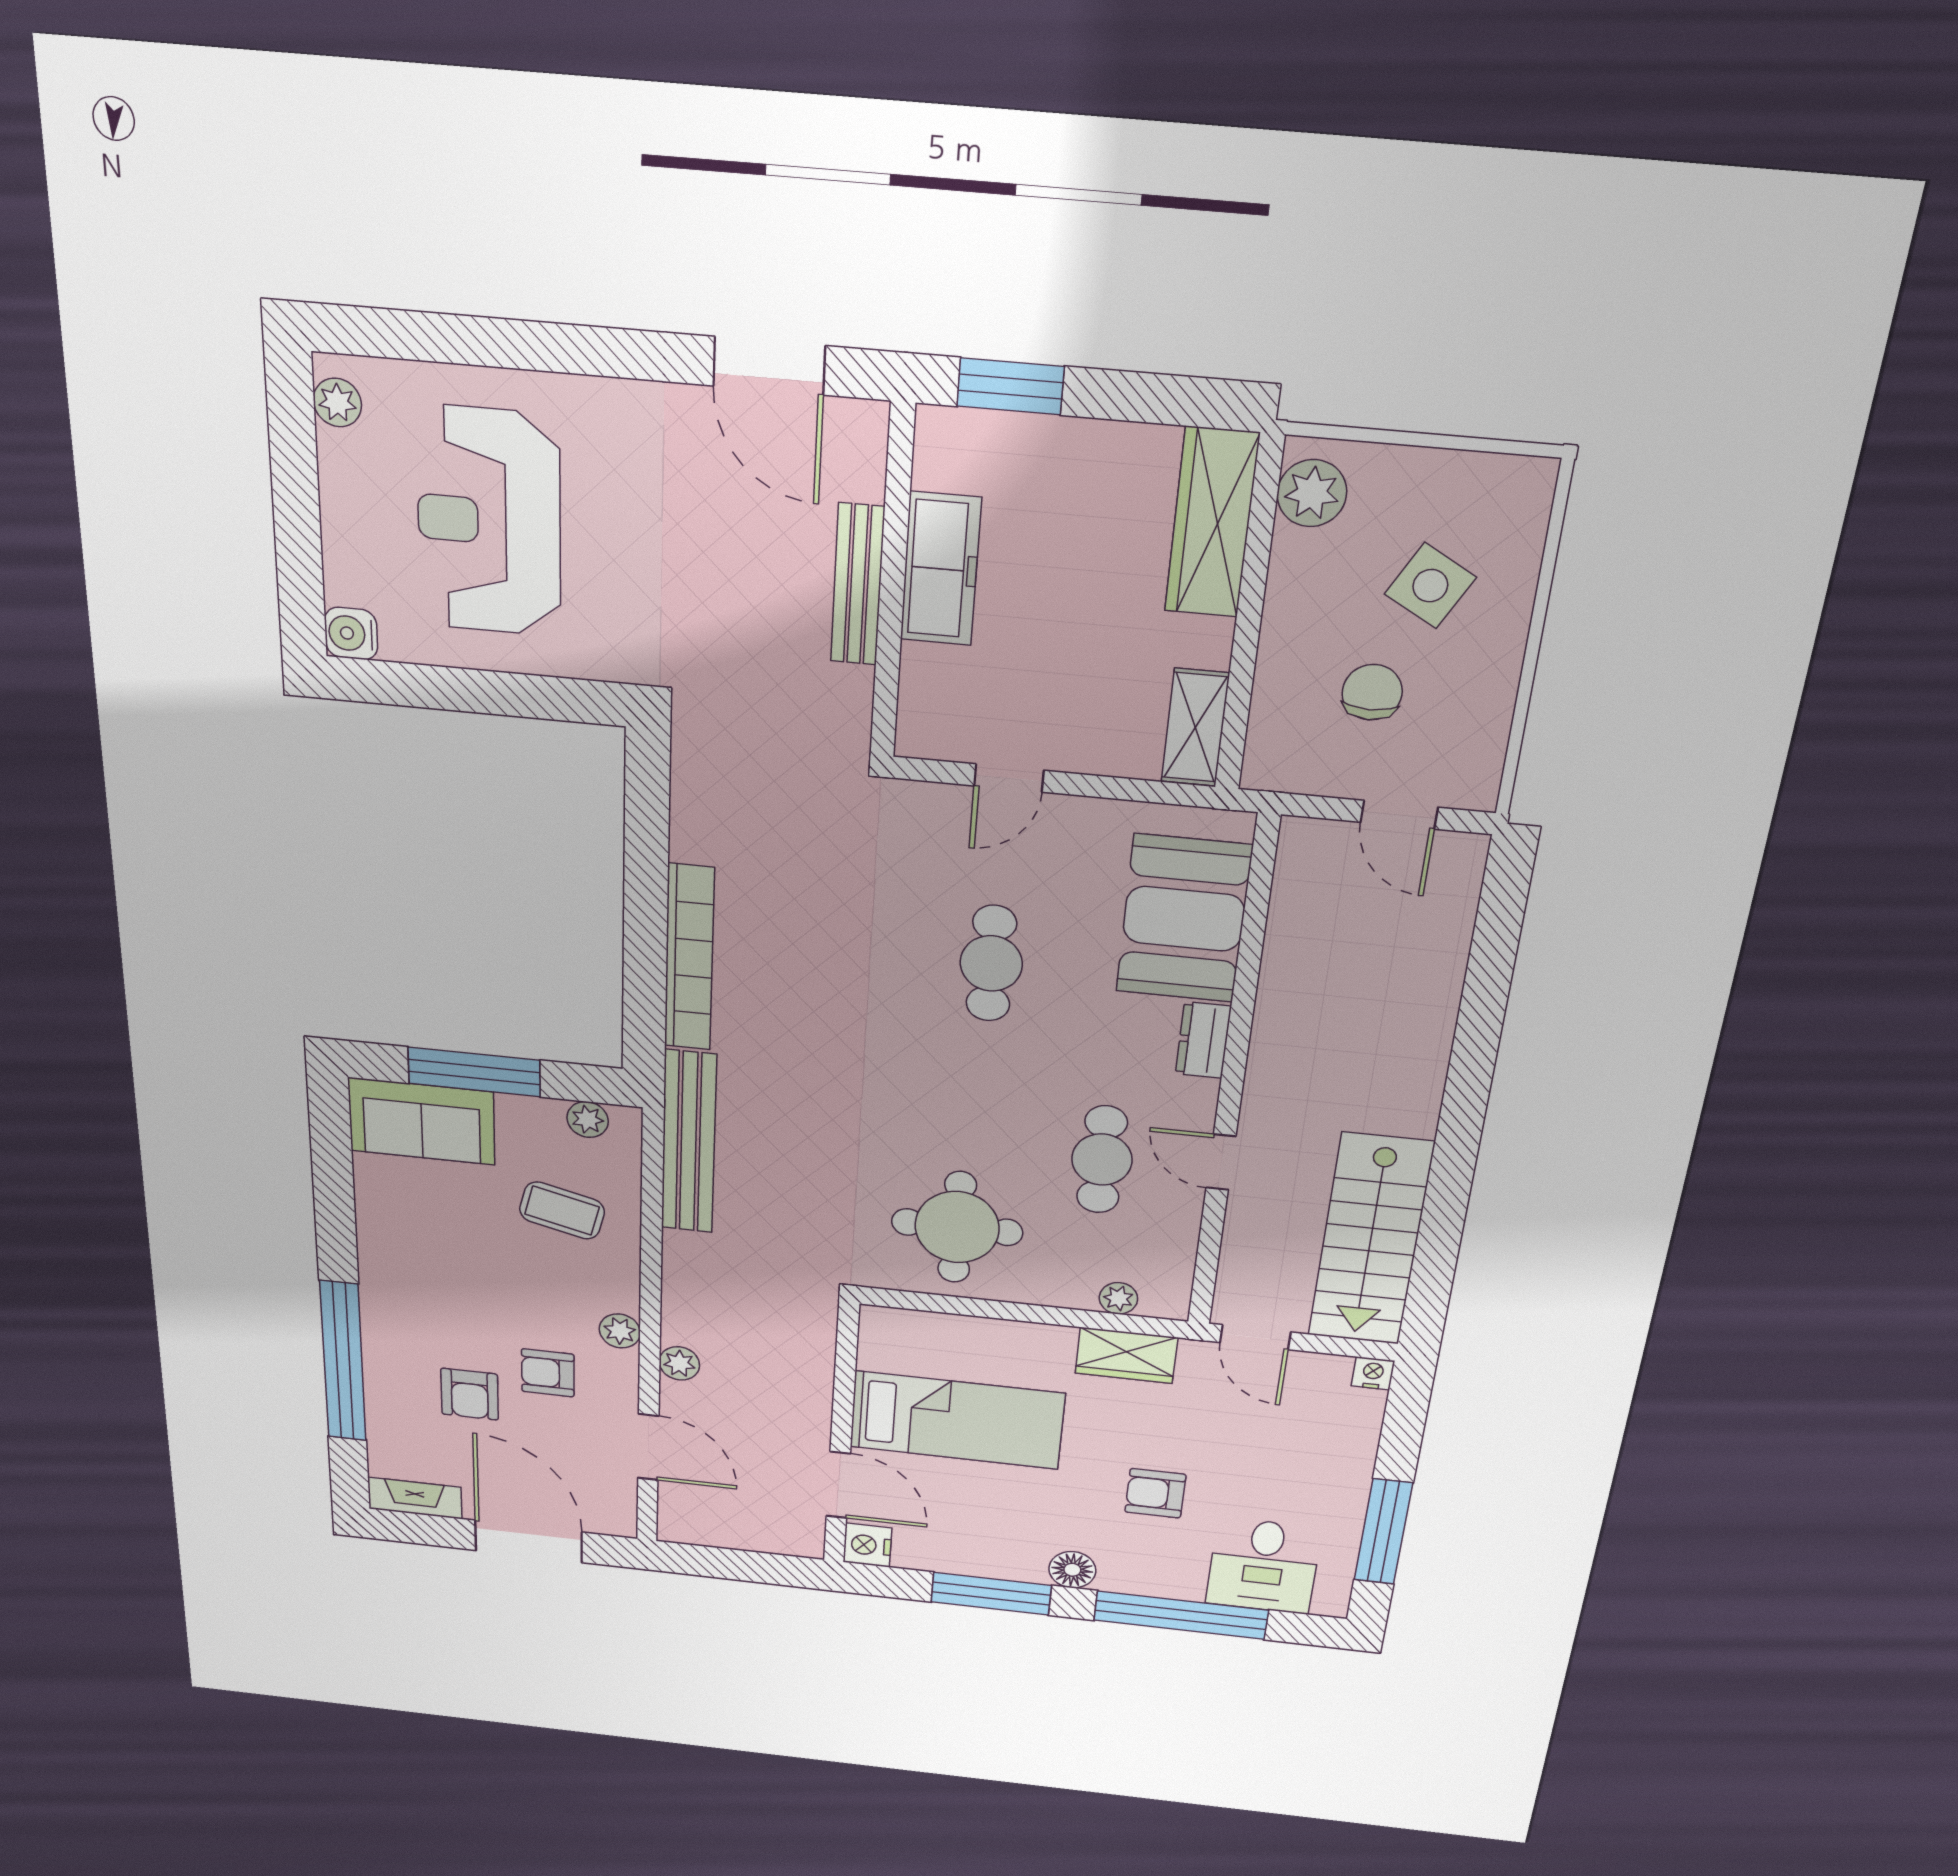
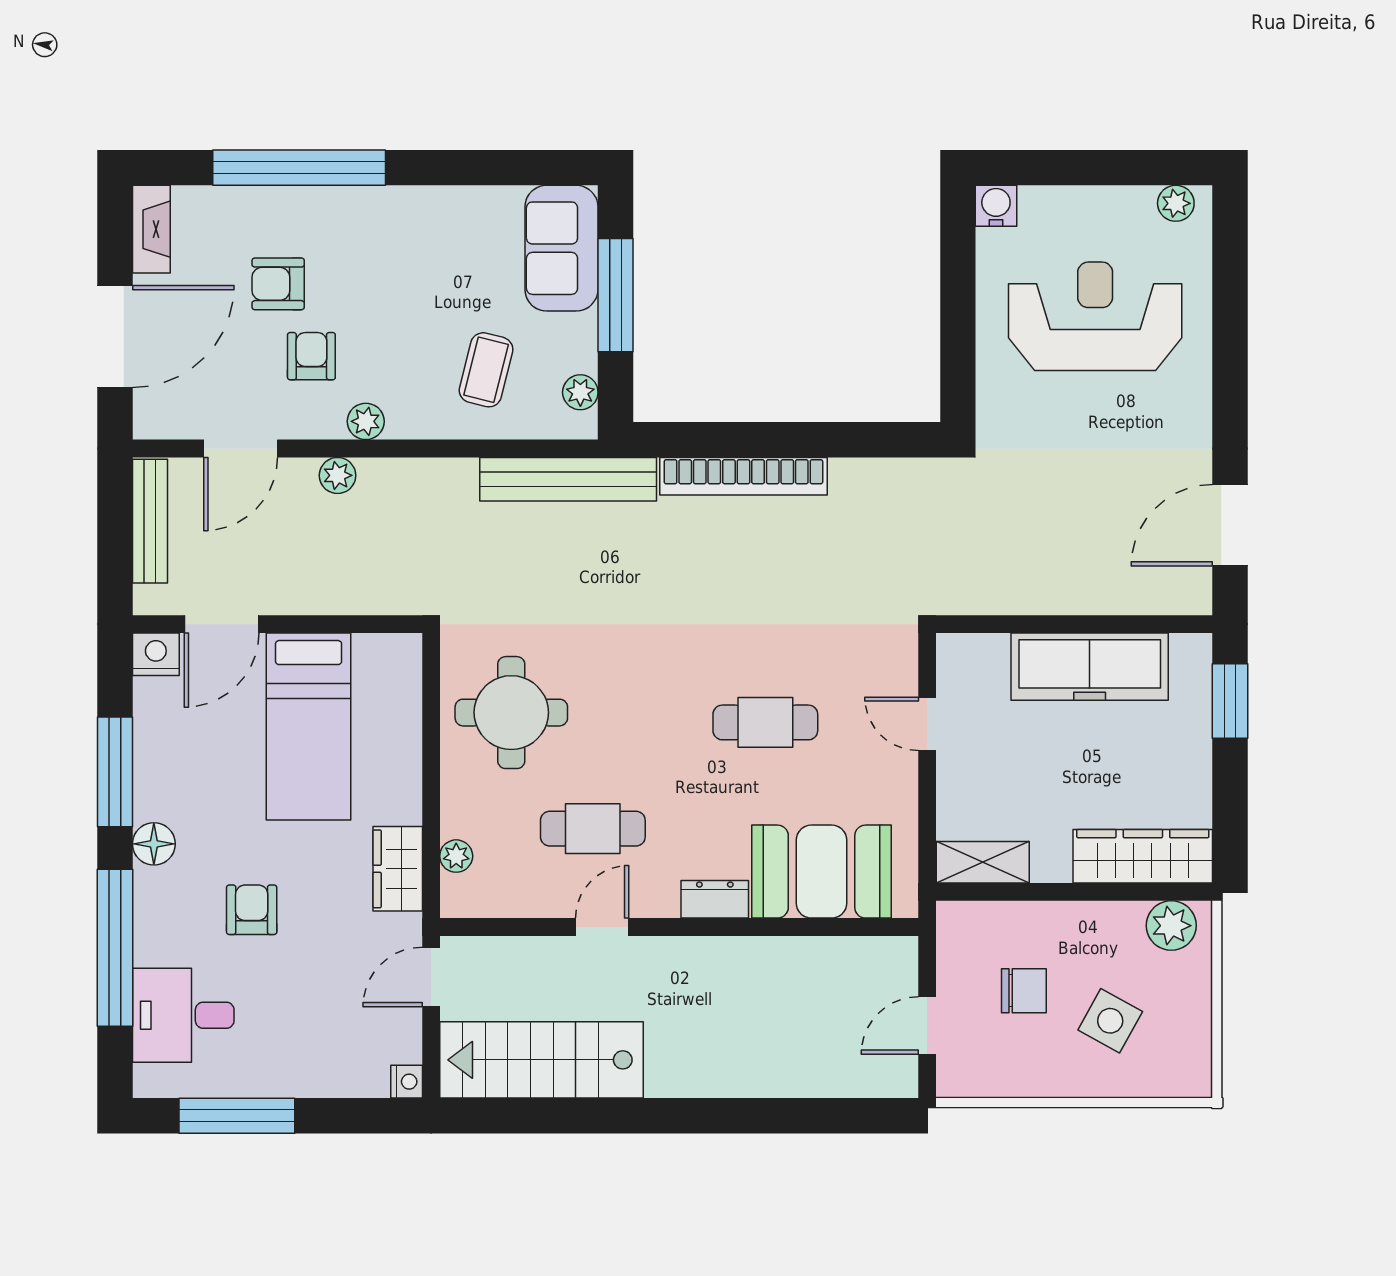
freezer: (941, 569) -> (1090, 667), width x1.36, depth x1.26
bench: (858, 585) -> (150, 521), moved, turned 90

